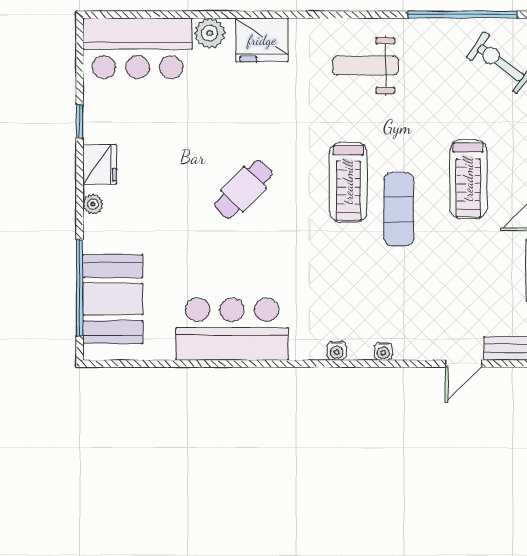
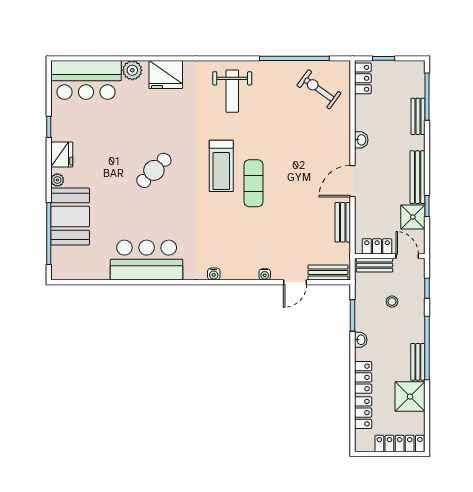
weight bench: (366, 66) -> (232, 91), turned -90
treadmill: (468, 179) -> (298, 164), removed
booth: (113, 299) -> (70, 216), moved
water cooler: (383, 351) -> (265, 274), moved

